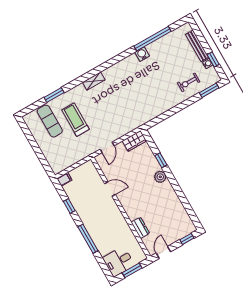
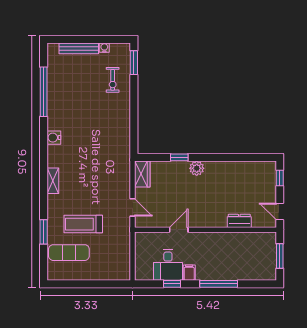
water cooler: (142, 54) -> (54, 138), moved
window: (213, 59) -> (103, 39), removed
filing cabinet: (64, 179) -> (189, 273), moved
desk: (119, 261) -> (168, 265), moved

